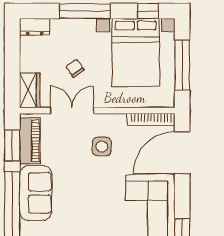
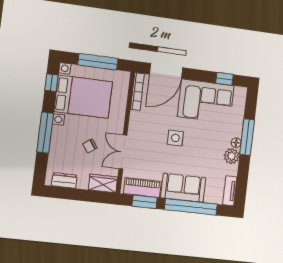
dresser: (35, 27) -> (64, 180), moved, turned -90
side table: (102, 147) -> (175, 138), moved
door: (182, 153) -> (166, 71), hinge flipped

